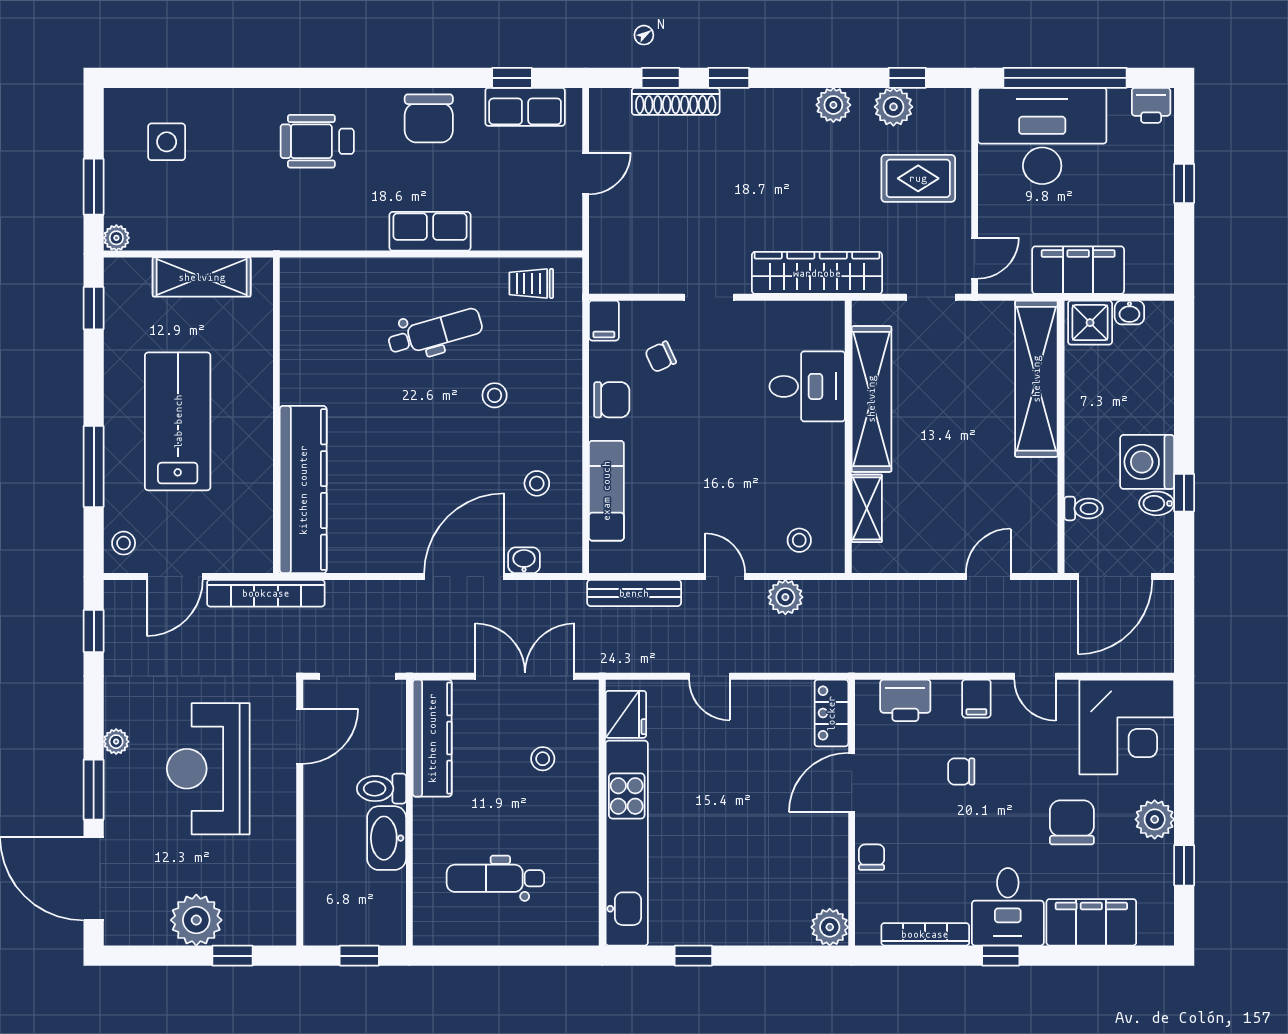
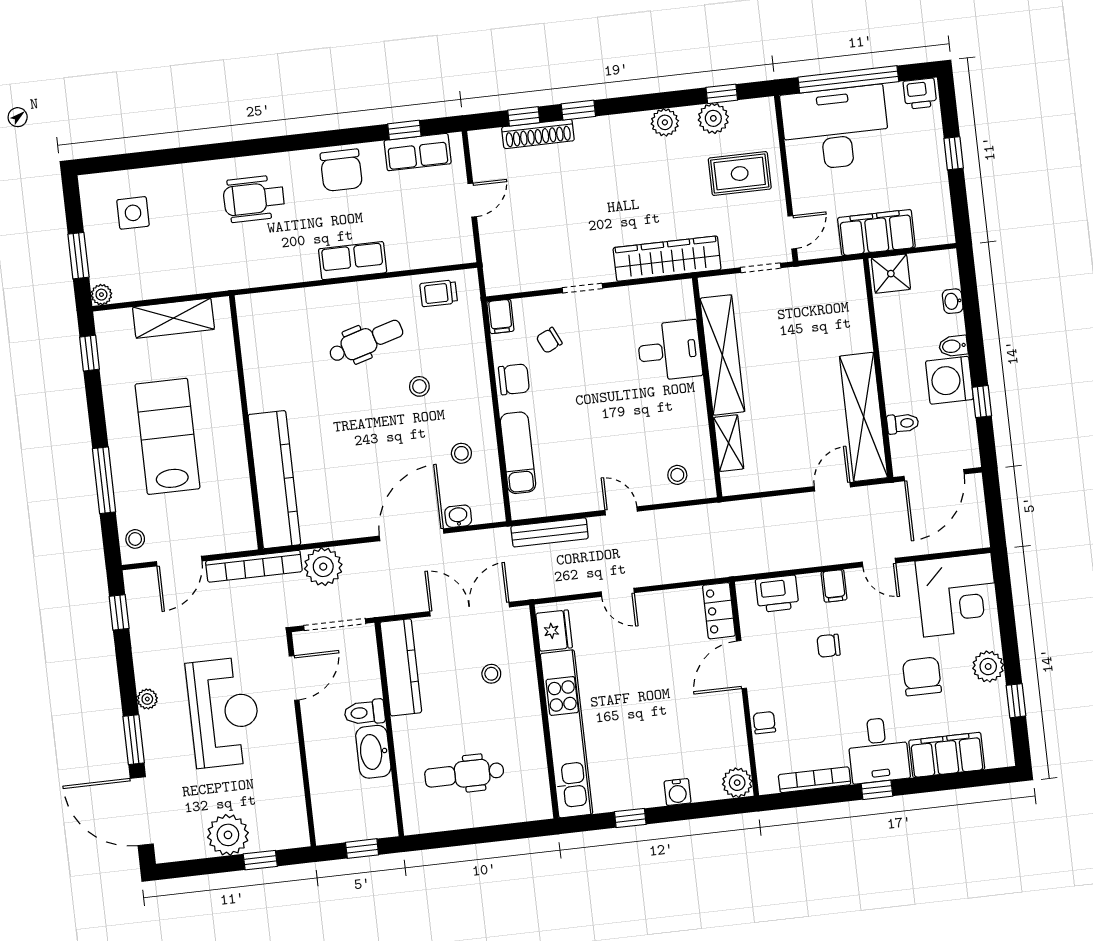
washbasin: (1129, 312) -> (953, 301), moved, turned 90
shelving: (1036, 379) -> (864, 417), moved
bidet: (1157, 503) -> (953, 346), moved
plant: (785, 597) -> (323, 567), moved, width x1.36, depth x1.36
reception desk: (208, 769) -> (224, 712), turned 180
water cooler: (755, 930) -> (678, 792), added

